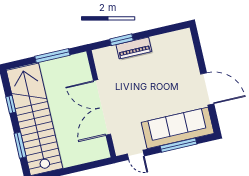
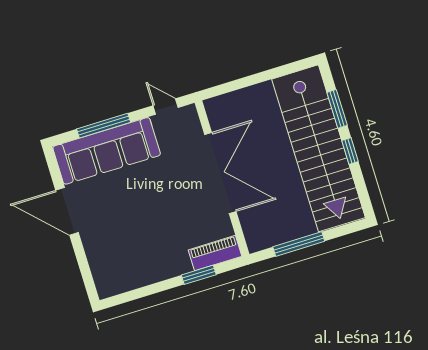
piano: (134, 48) -> (215, 253), moved
window: (11, 104) -> (350, 151), moved

